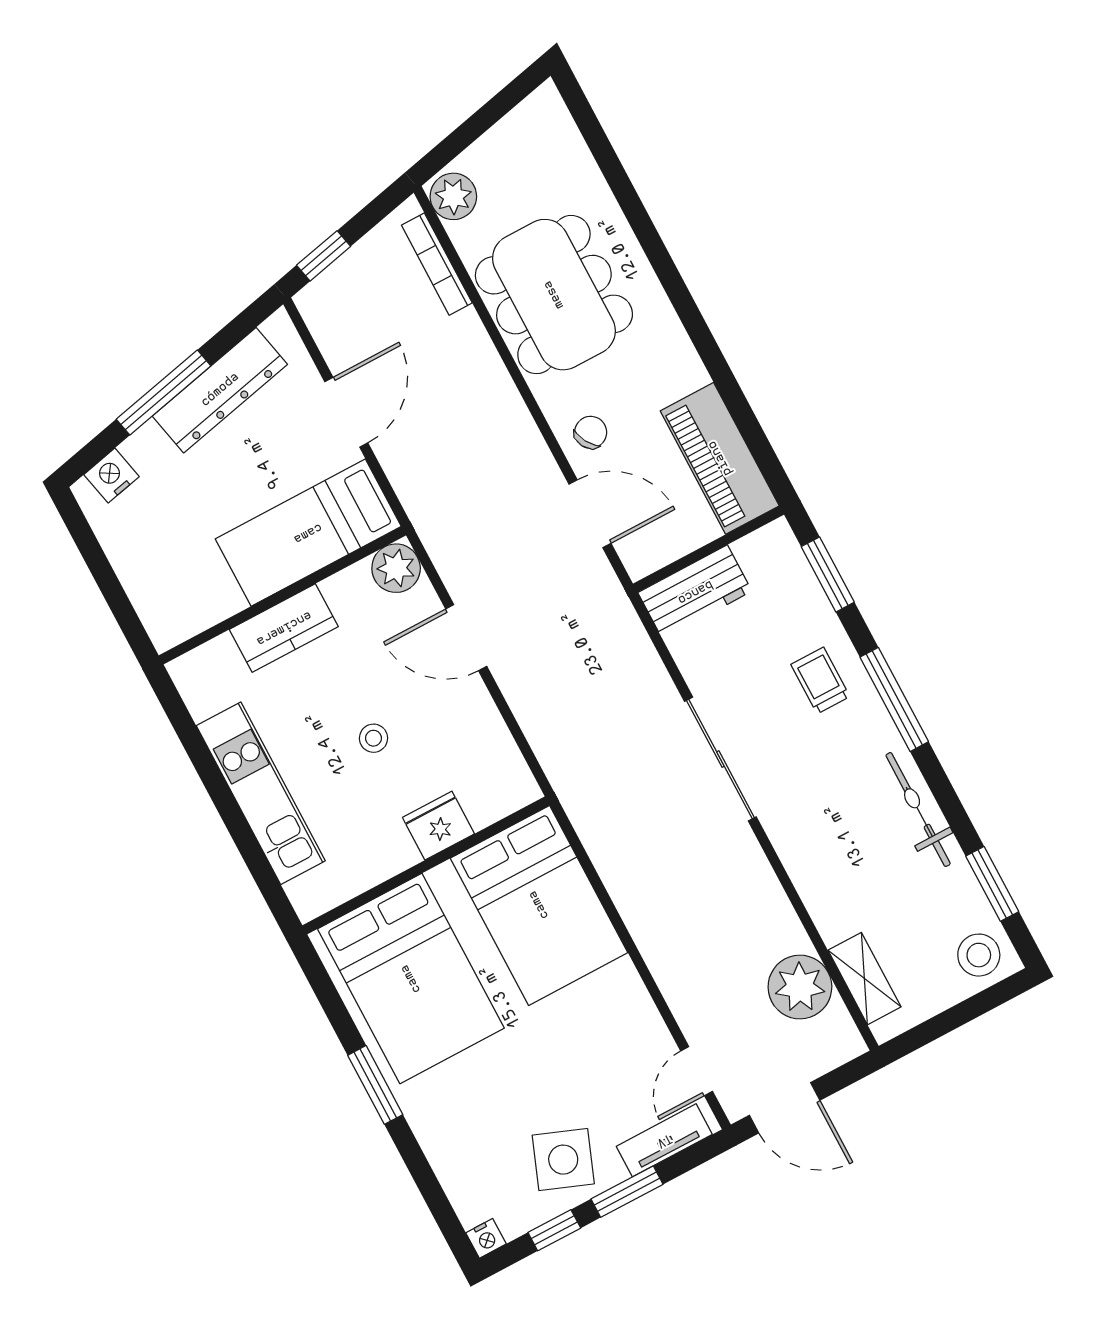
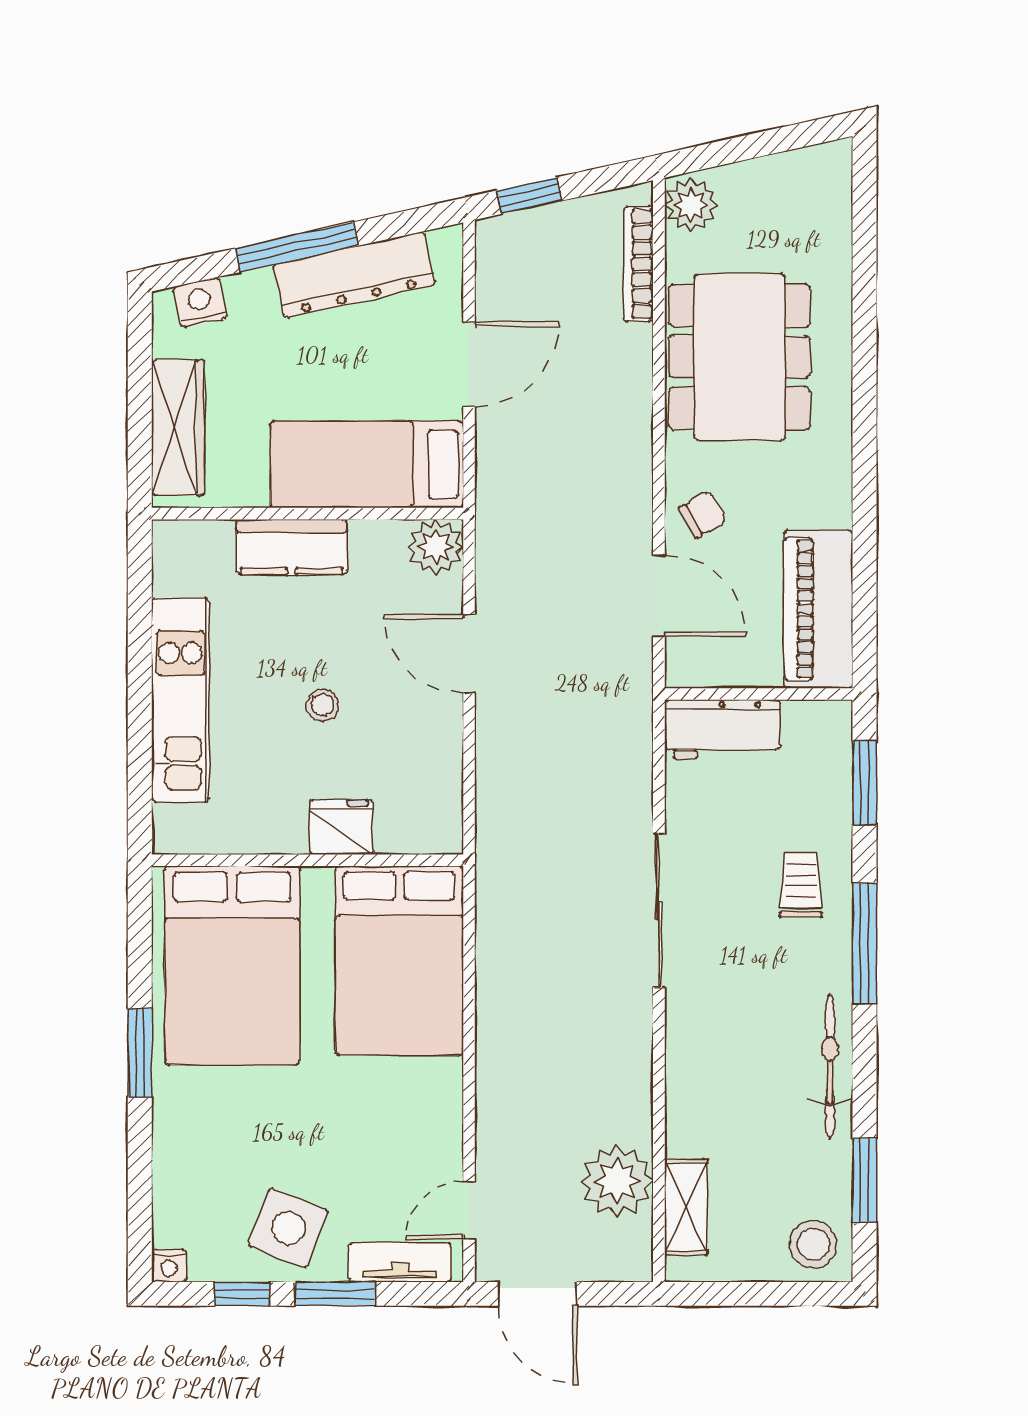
wardrobe: (146, 582) -> (178, 428), added

